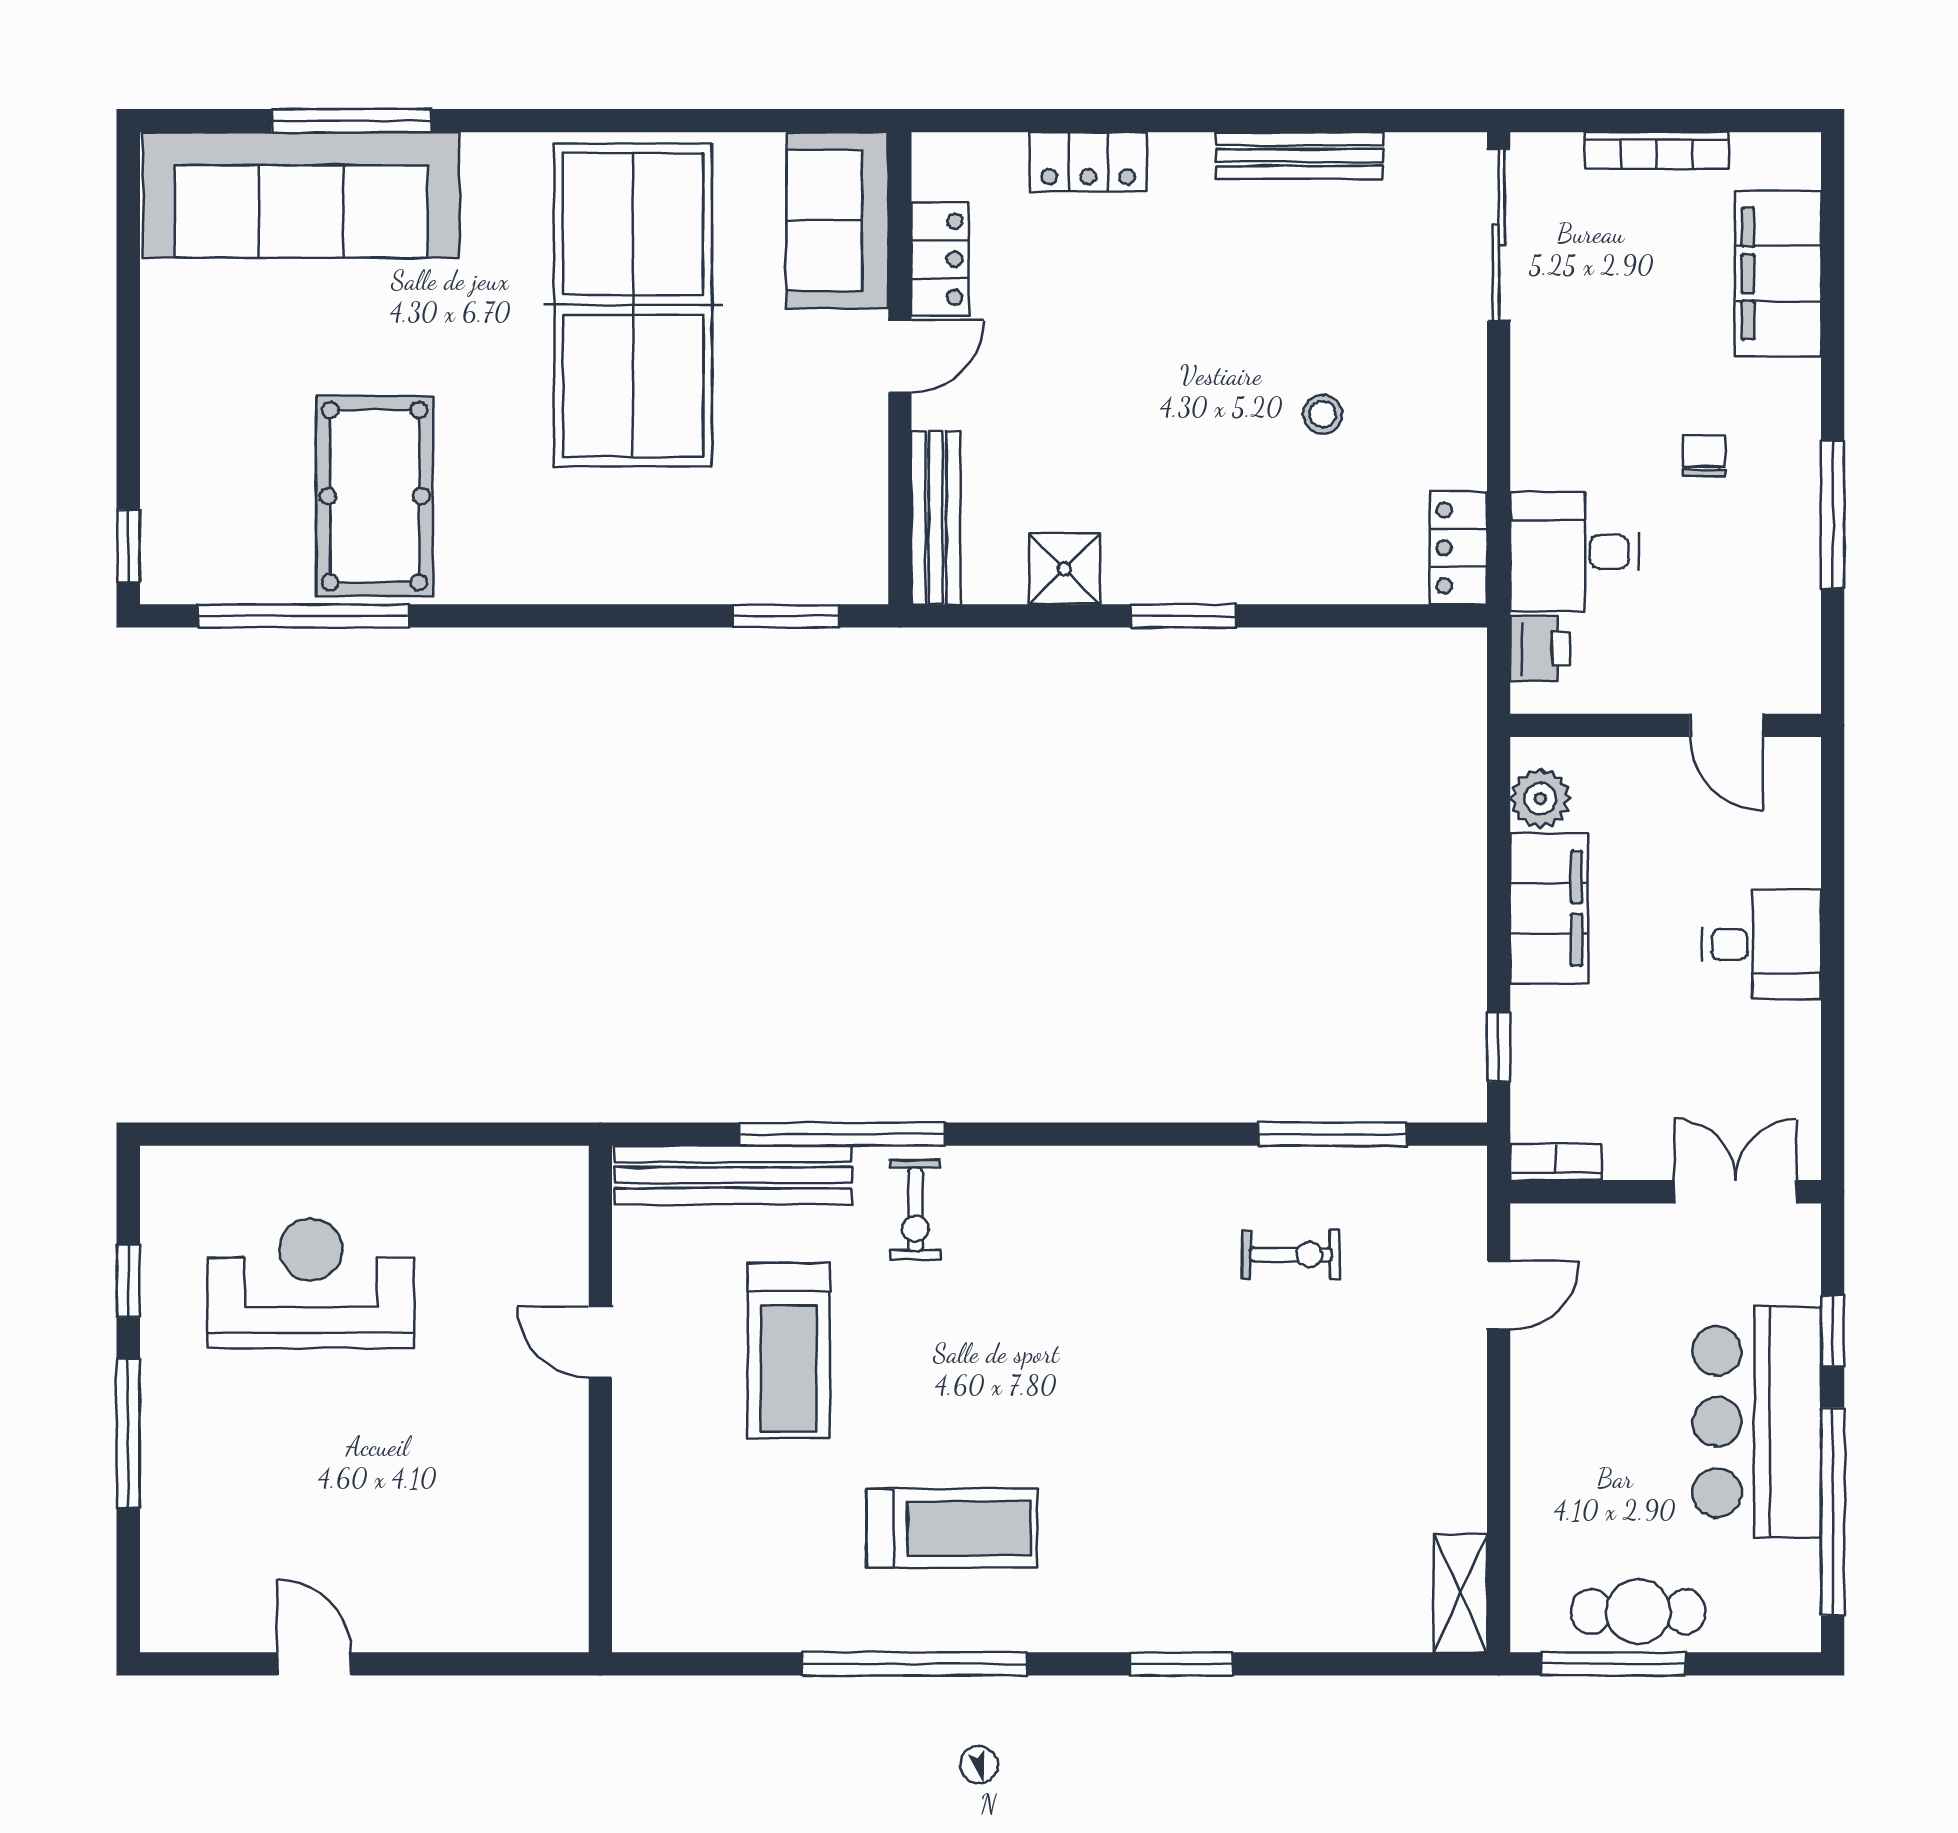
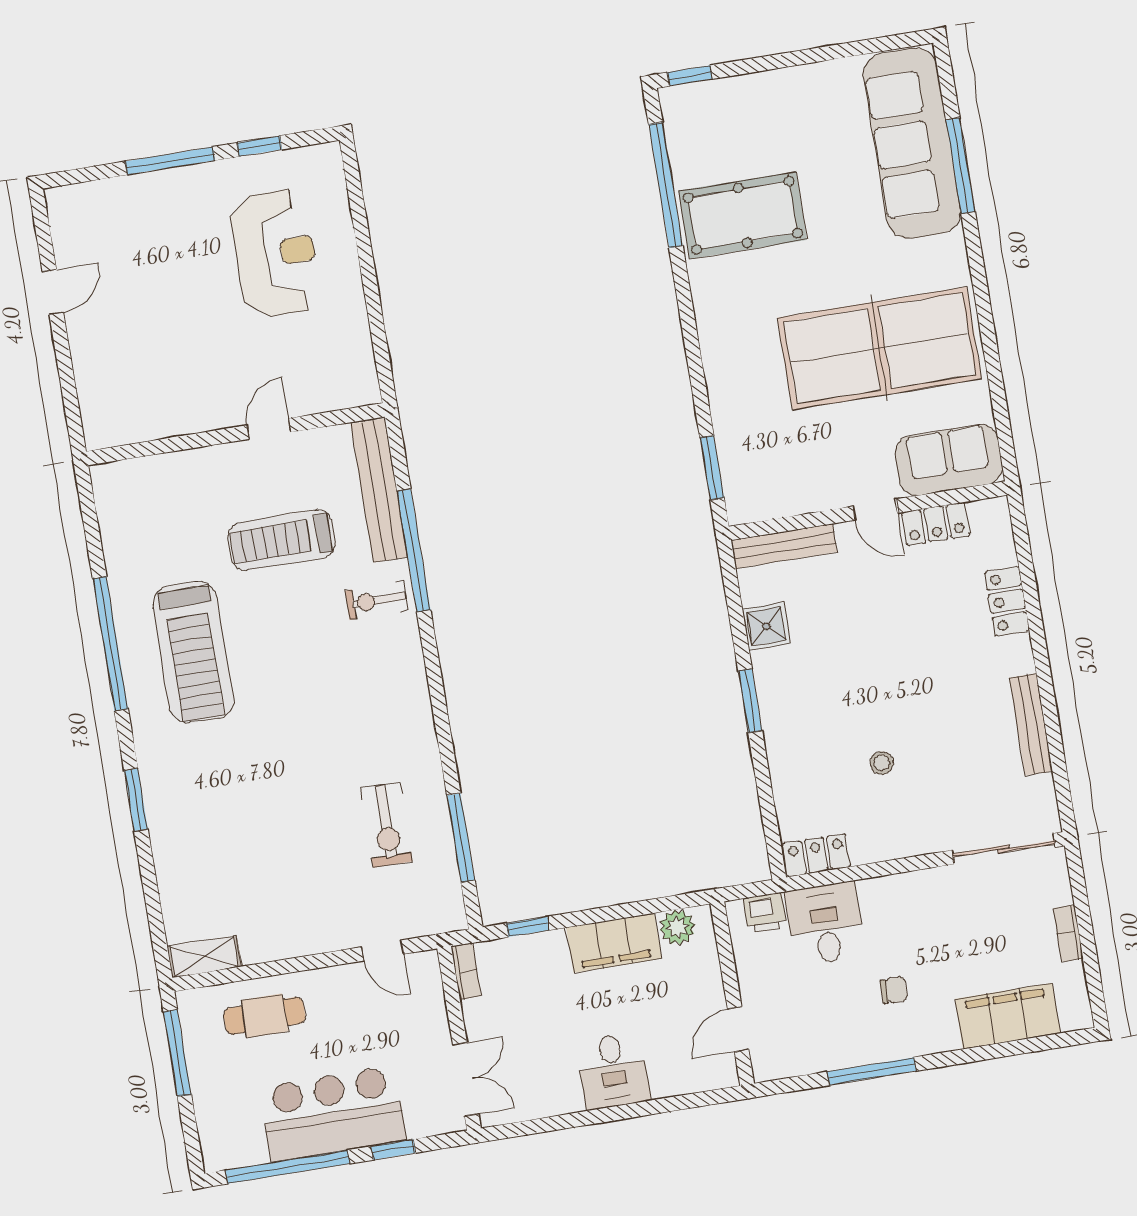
bookcase: (1657, 151) -> (1068, 933), width x0.64
exercise bike: (1291, 1255) -> (386, 825), width x1.38, depth x1.39
treadmill: (952, 1528) -> (193, 652), width x1.37, depth x1.38
cafe table: (1638, 1612) -> (265, 1016), moved, turned 90

